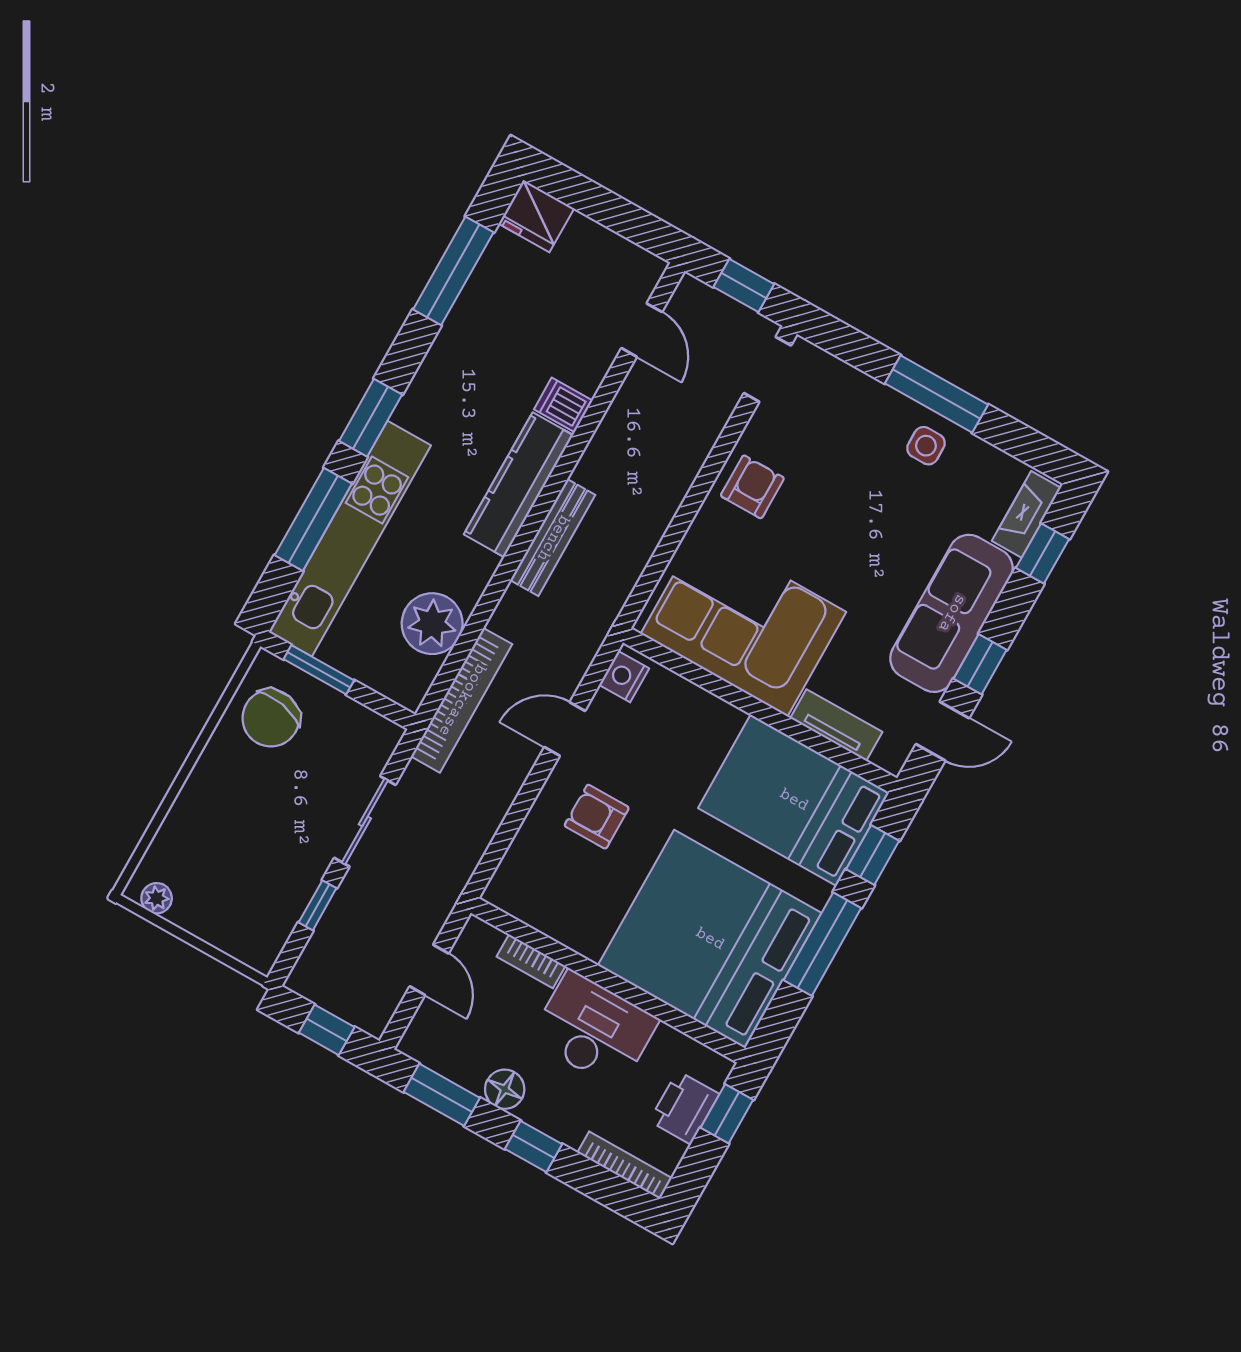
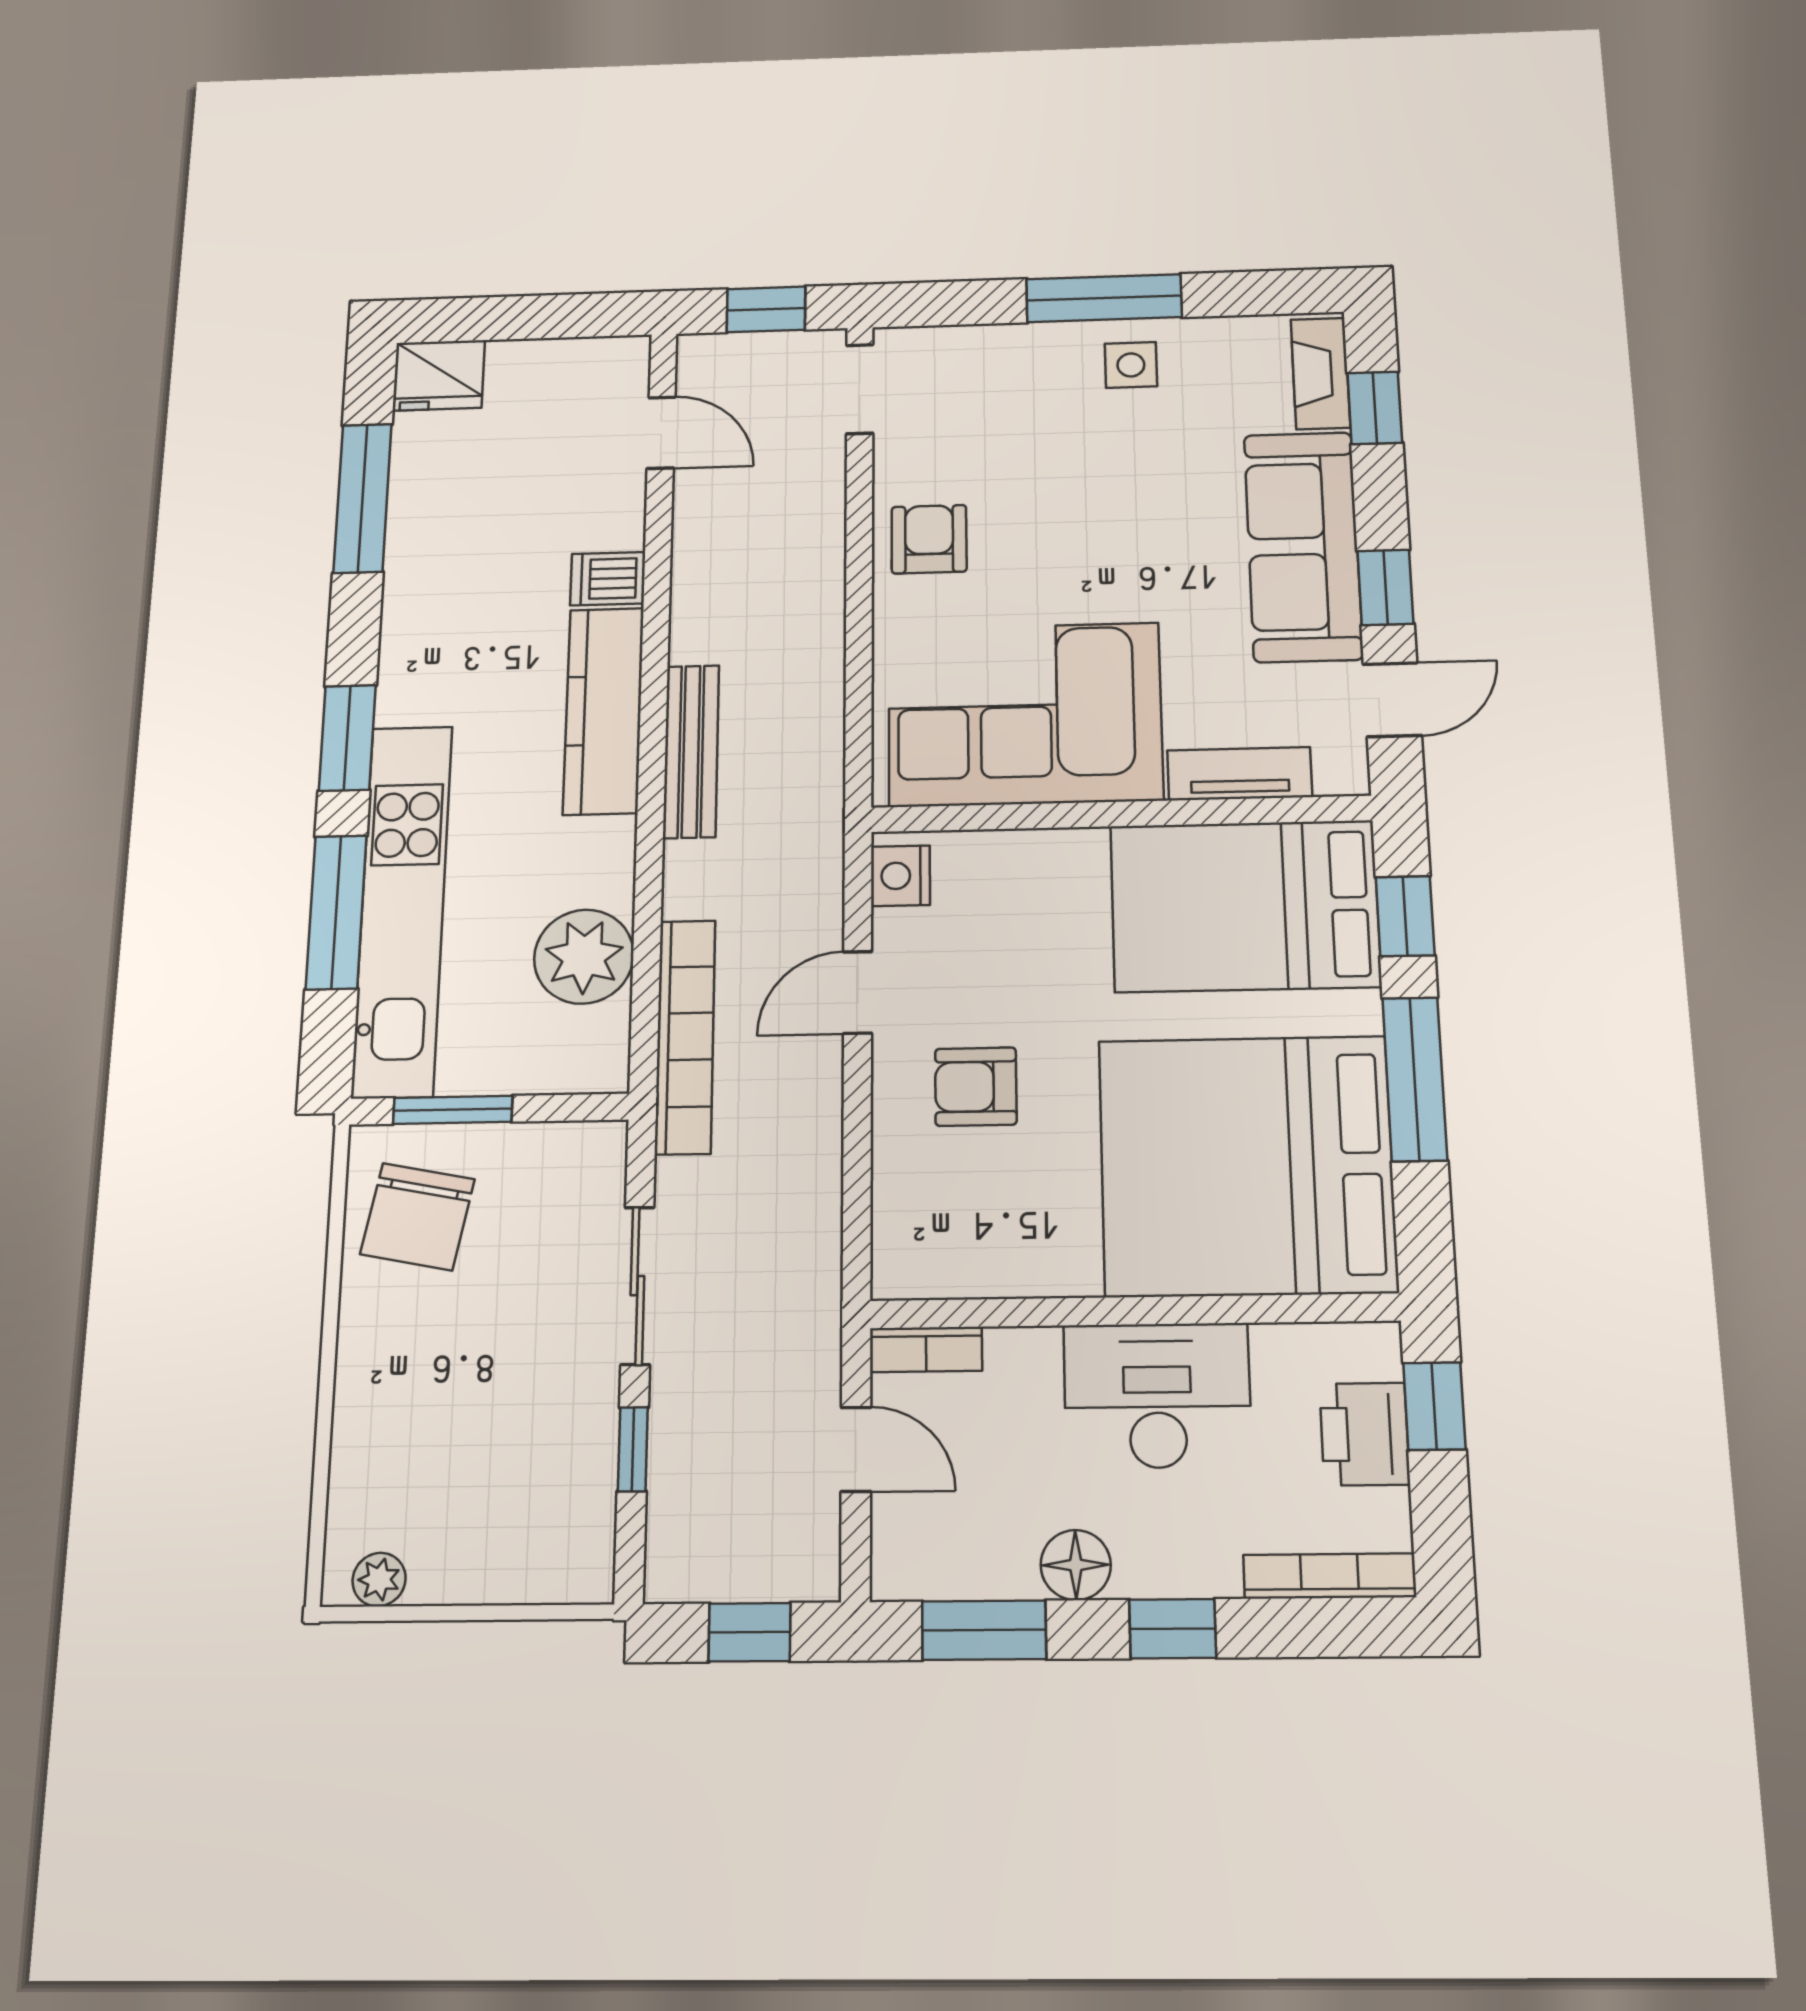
bookcase: (531, 961) -> (926, 1349), moved

